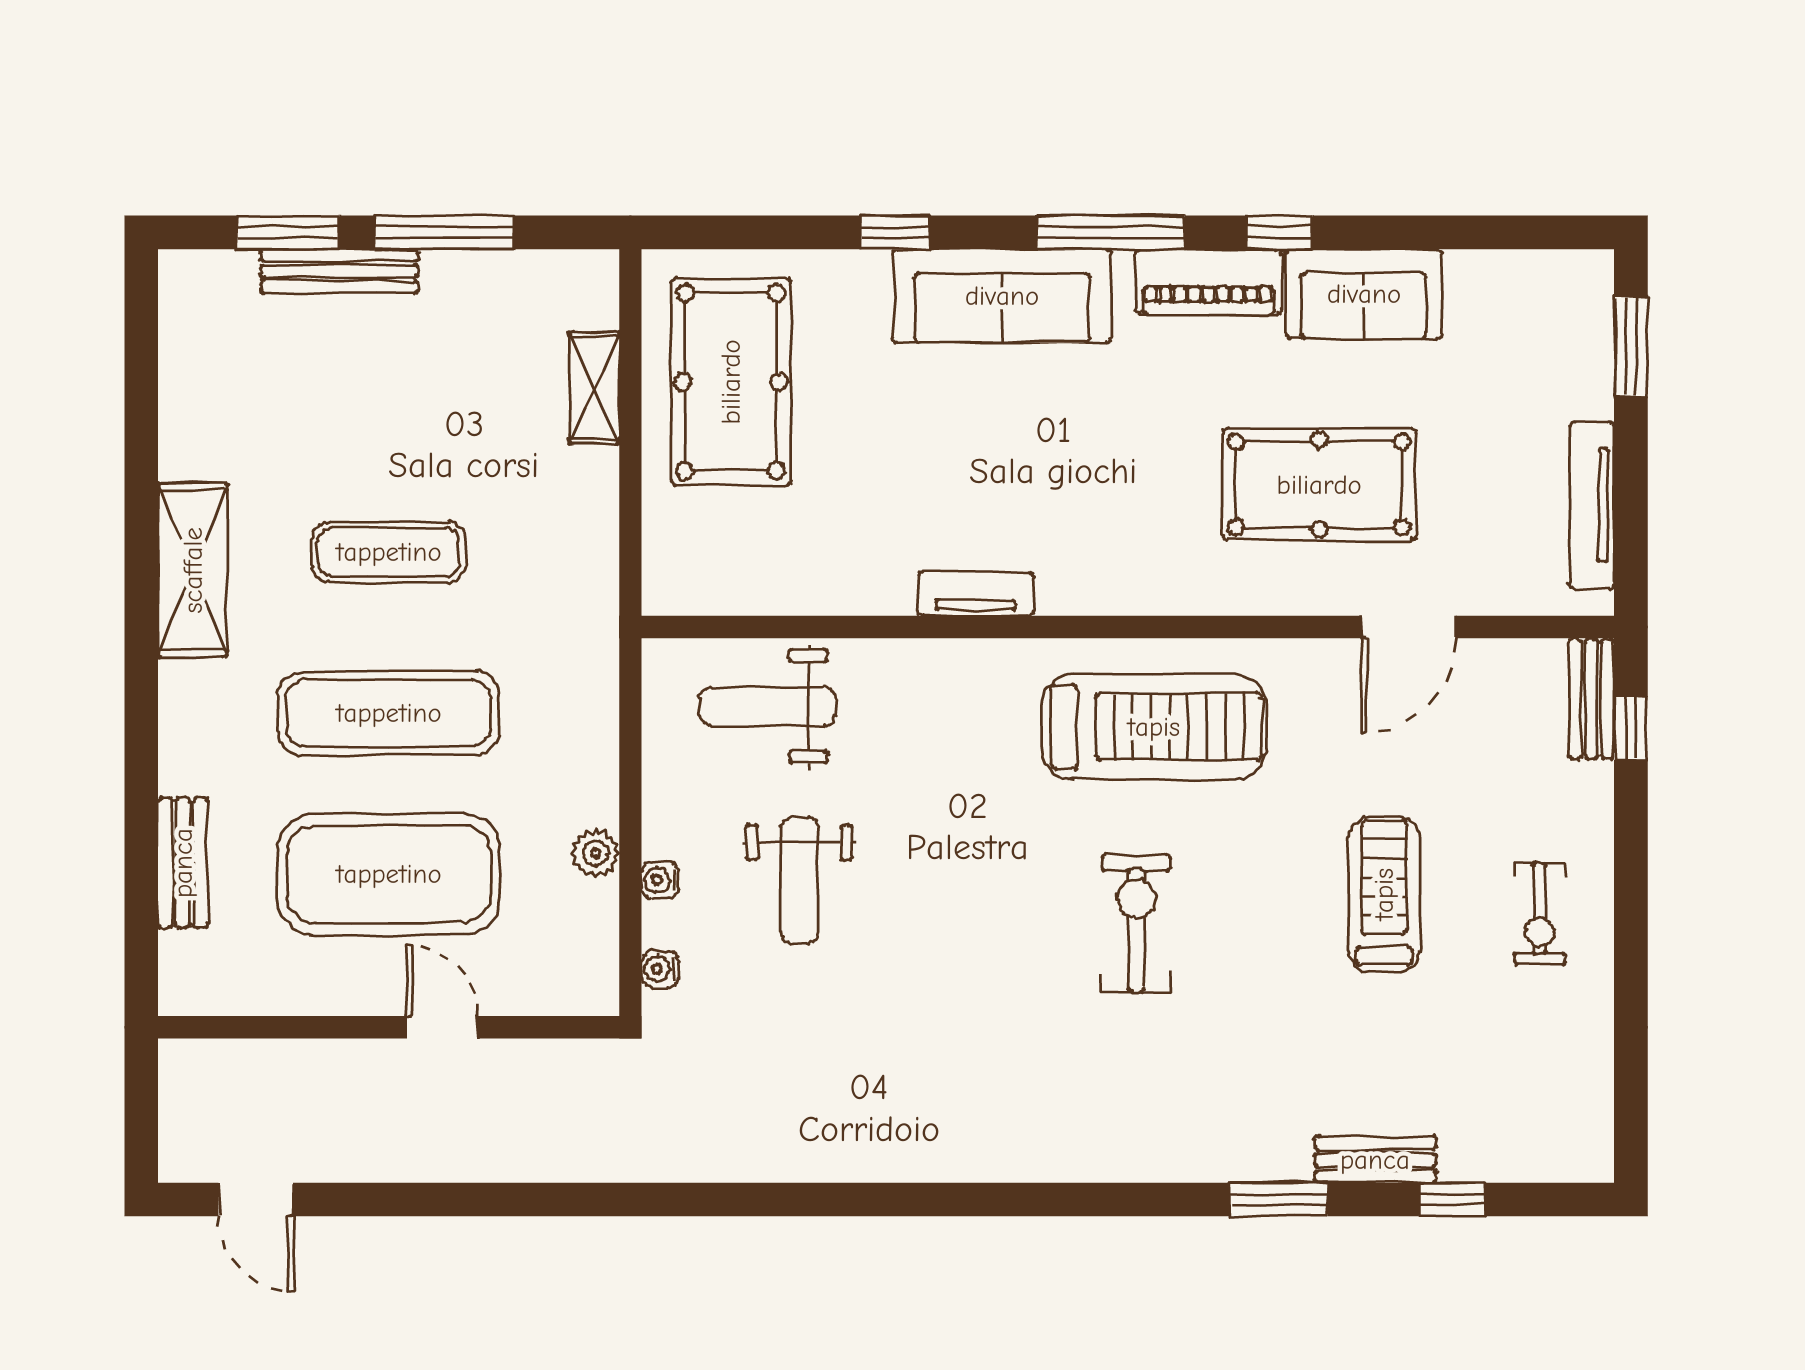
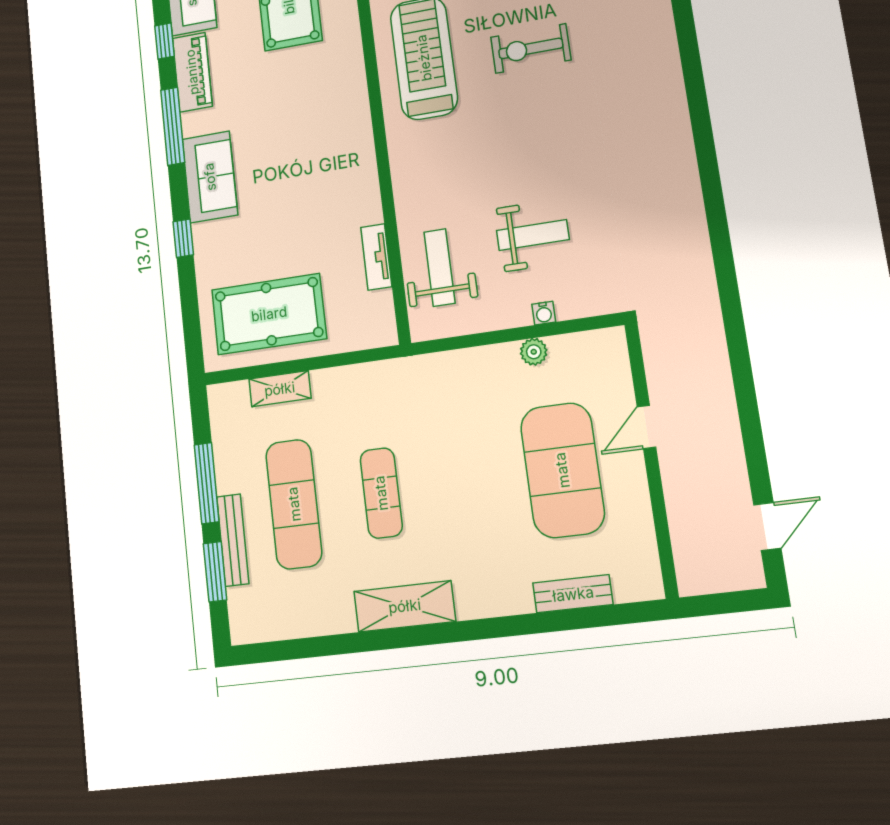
sofa: (1002, 296) -> (210, 177), width x0.73
tv unit: (976, 594) -> (376, 257), moved
weight bench: (768, 706) -> (439, 267), turned 180
exercise mat: (389, 713) -> (294, 504), moved
water cooler: (660, 969) -> (594, 306), removed

